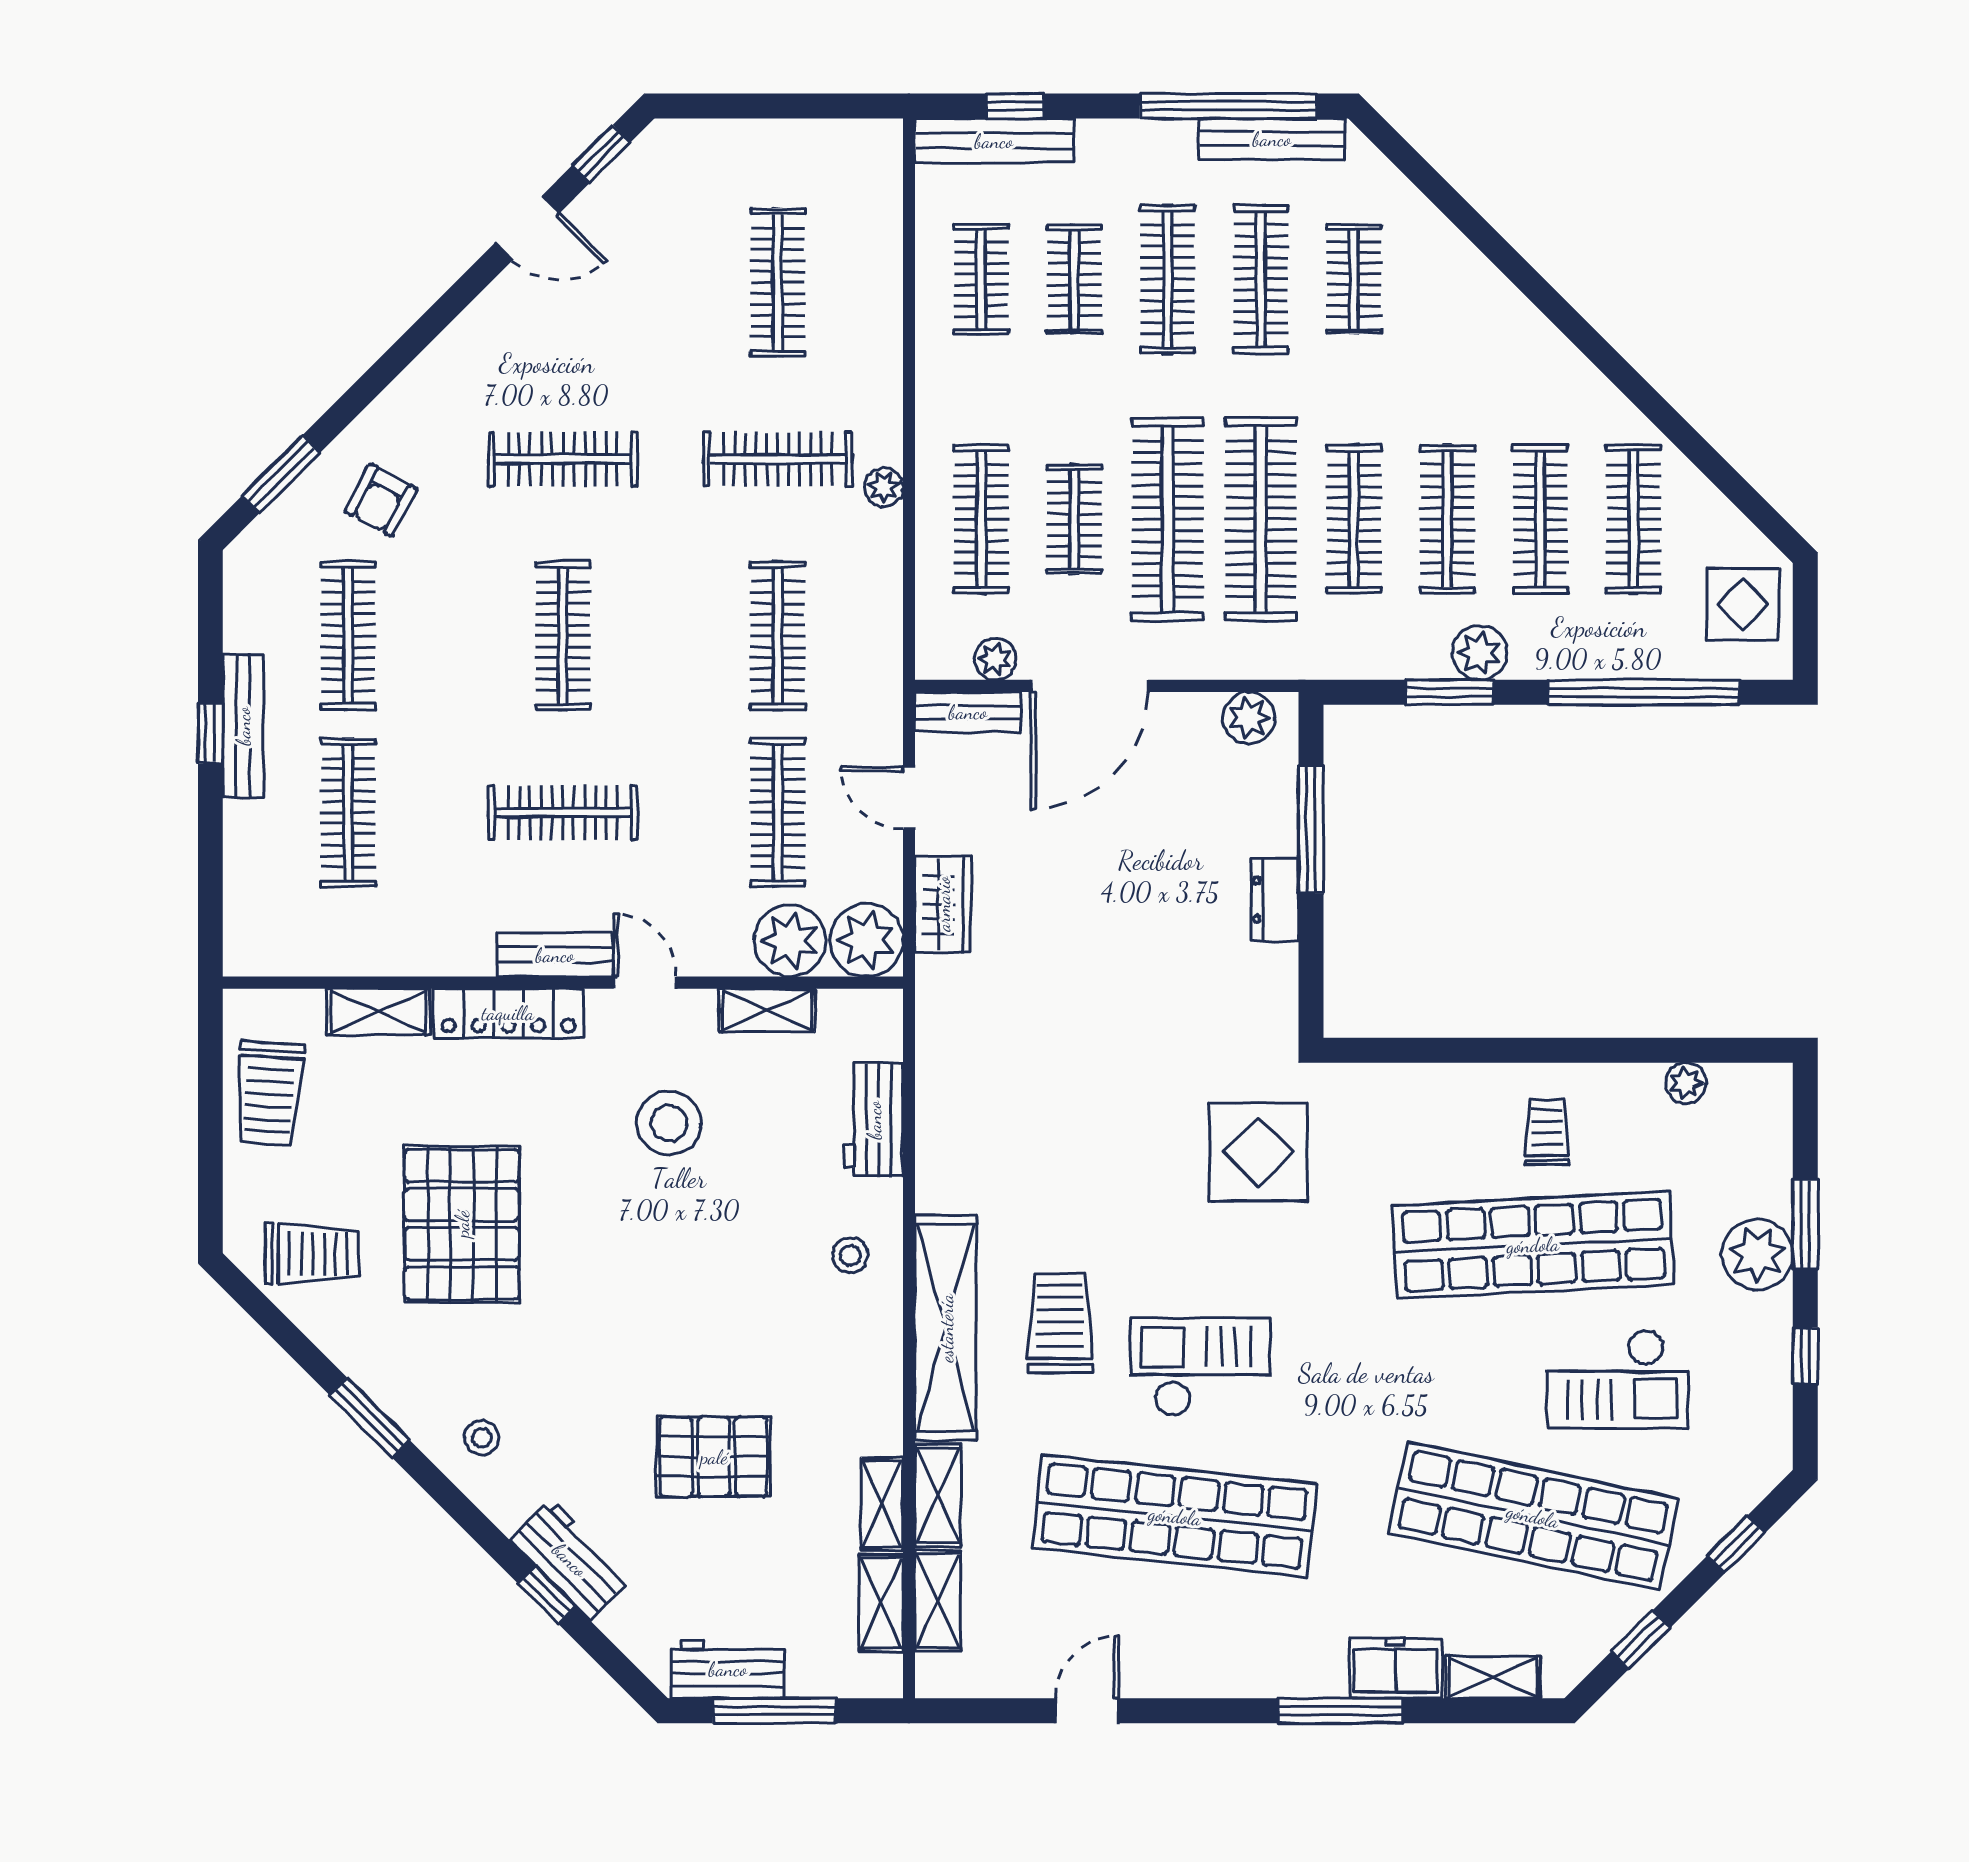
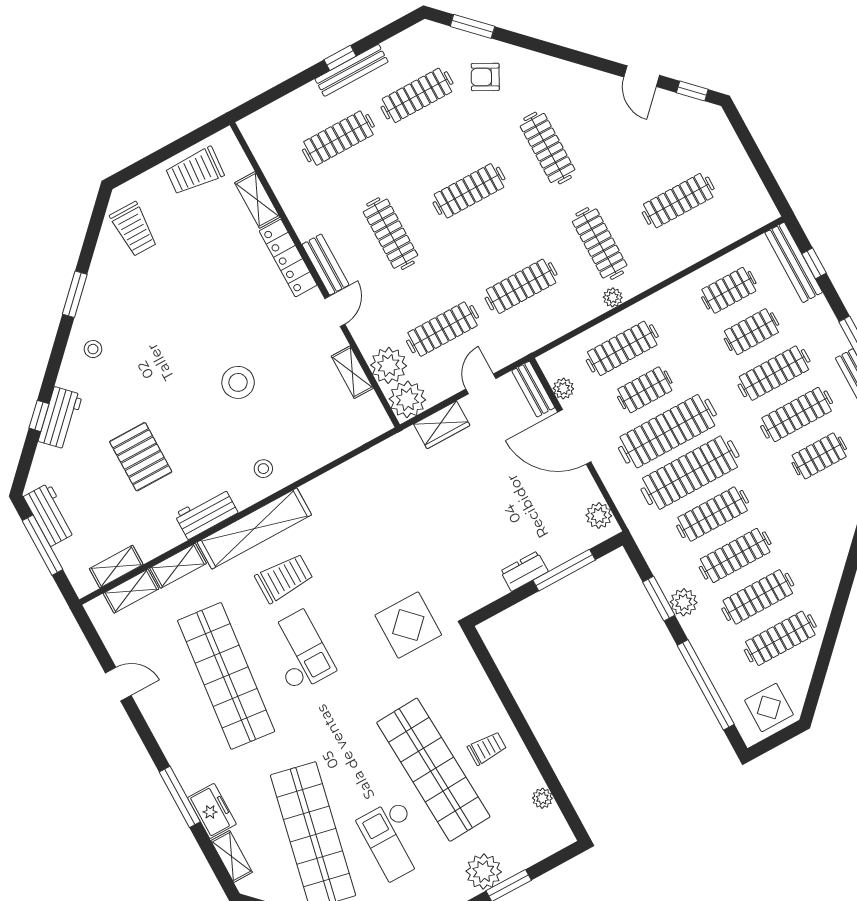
workbench: (874, 1120) -> (206, 513), moved
stool: (669, 1123) -> (238, 382), moved
pallet: (462, 1224) -> (183, 288), removed
shelving: (882, 1504) -> (161, 543), removed

